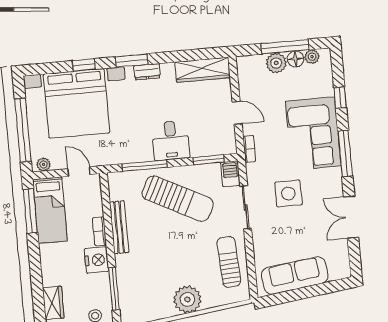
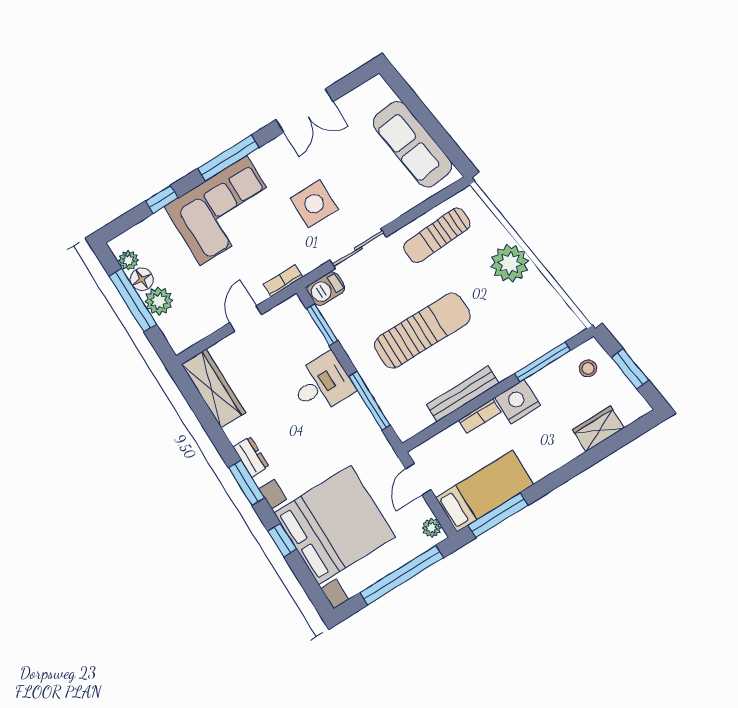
sun lounger: (178, 199) -> (422, 331), moved, turned 63

